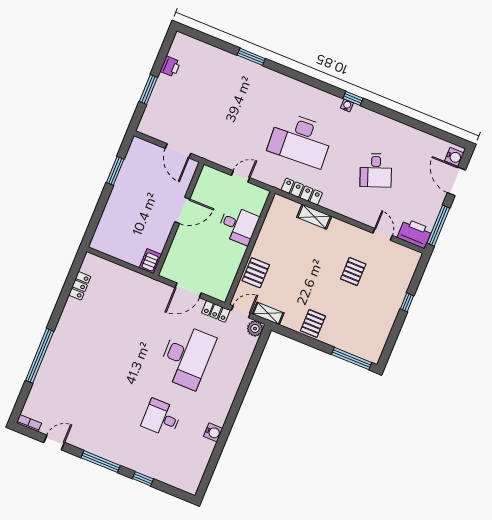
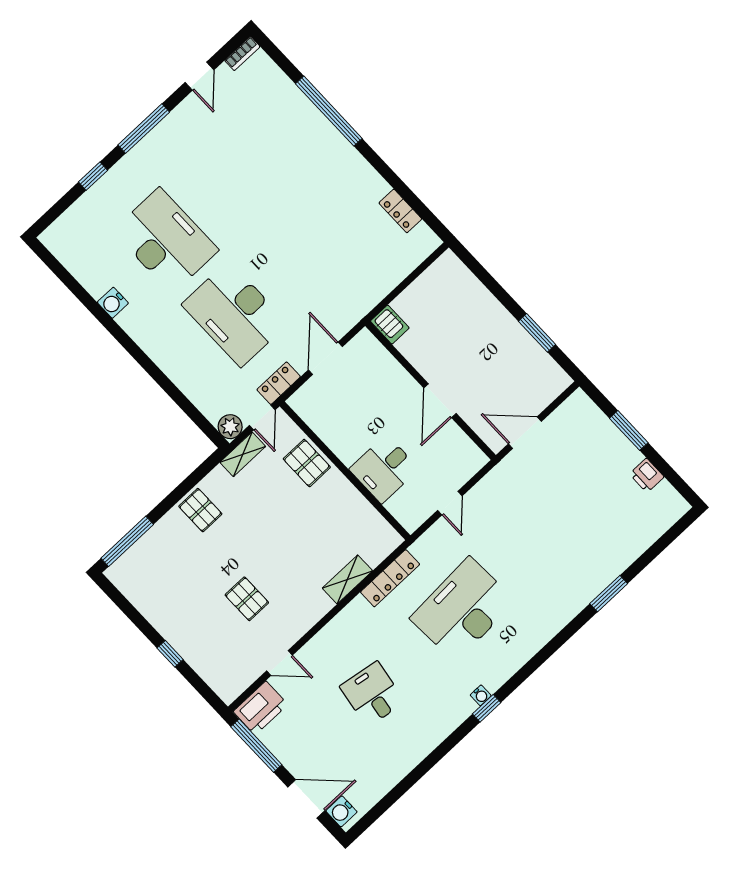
desk: (376, 170) -> (372, 694), turned 30
desk: (161, 418) -> (166, 240), width x1.87, depth x1.30

